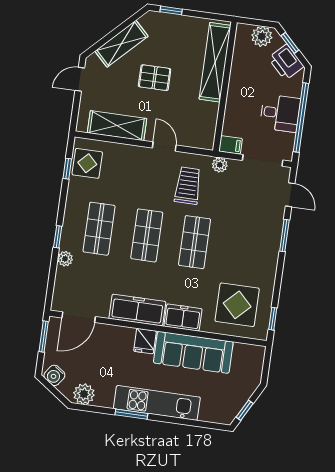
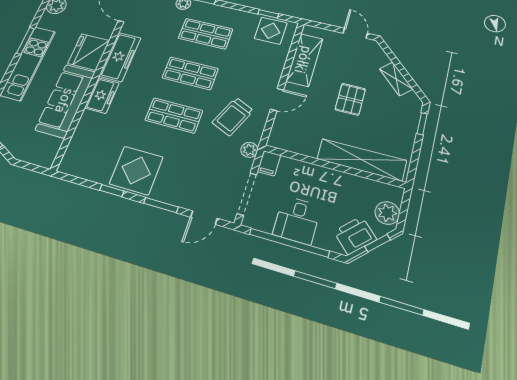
shelving: (121, 44) -> (396, 79), width x0.67, depth x0.75
trolley: (188, 186) -> (233, 116), turned 114
display table: (237, 305) -> (136, 170), moved
window: (273, 319) -> (112, 191), moved
fridge: (145, 341) -> (89, 52), width x1.88, depth x1.34

